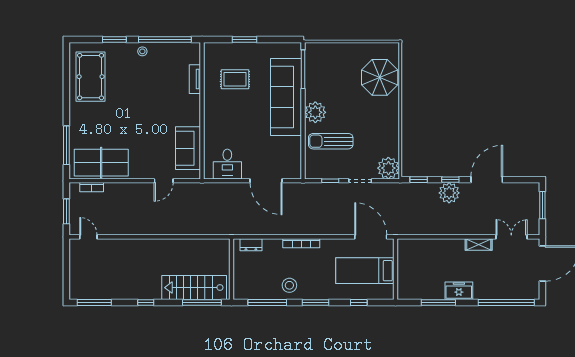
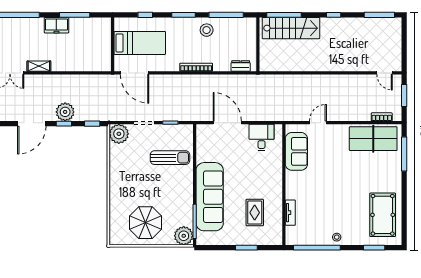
window: (114, 40) -> (374, 248), moved
parasol: (380, 77) -> (145, 223), moved
rug: (235, 79) -> (255, 213), turned 90
plant: (315, 112) -> (184, 236), moved

